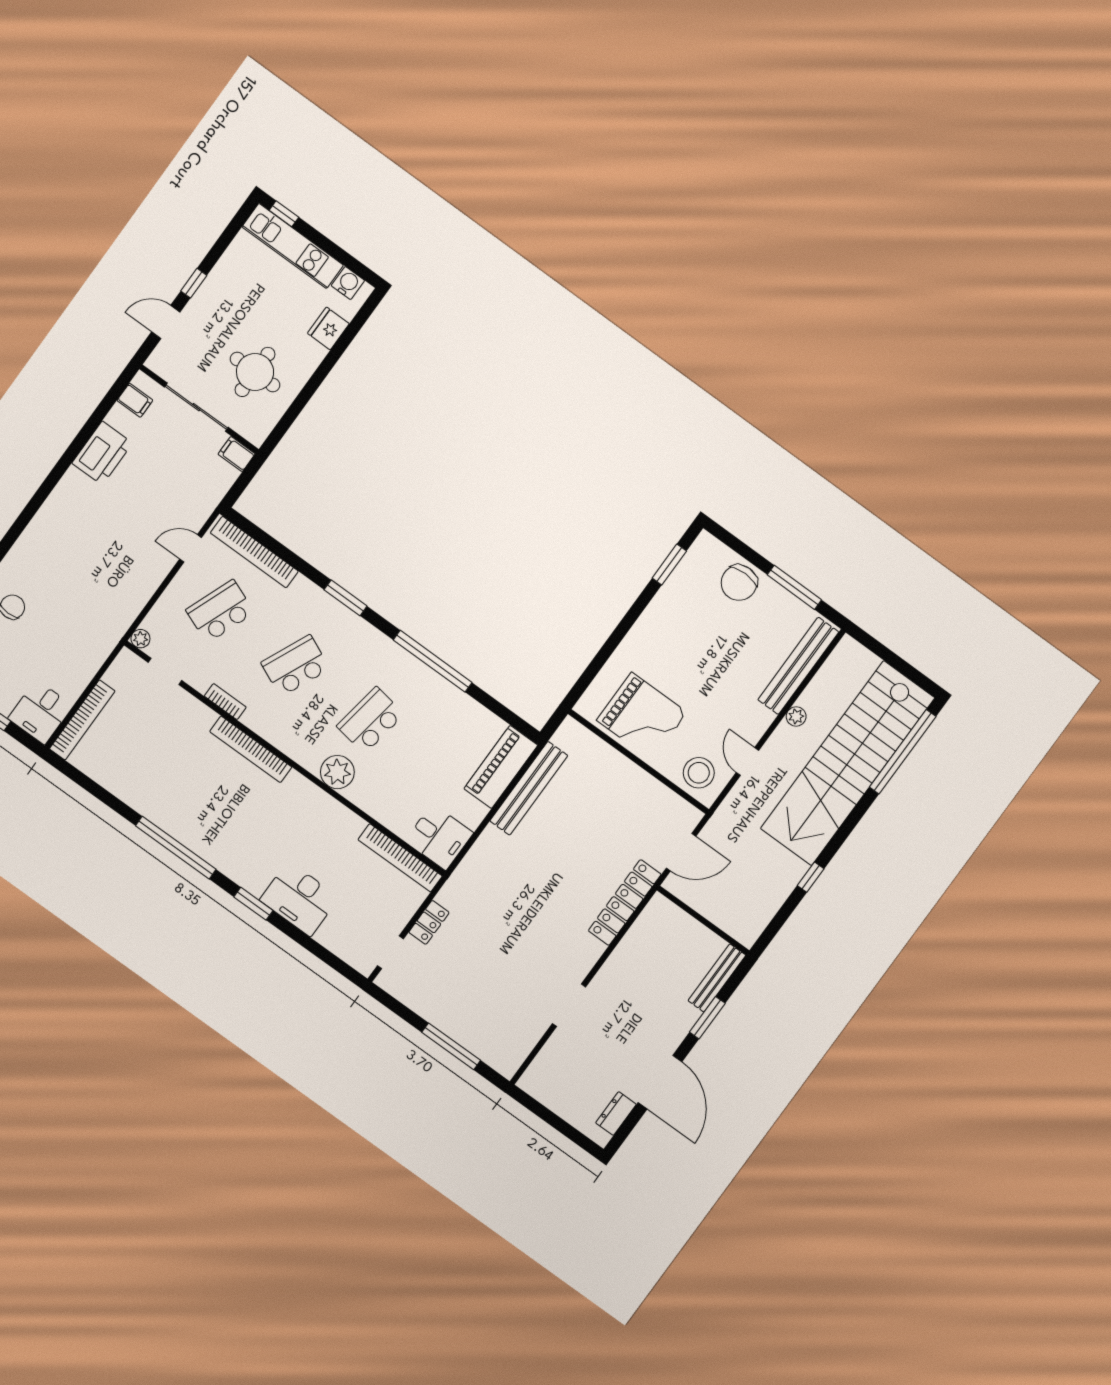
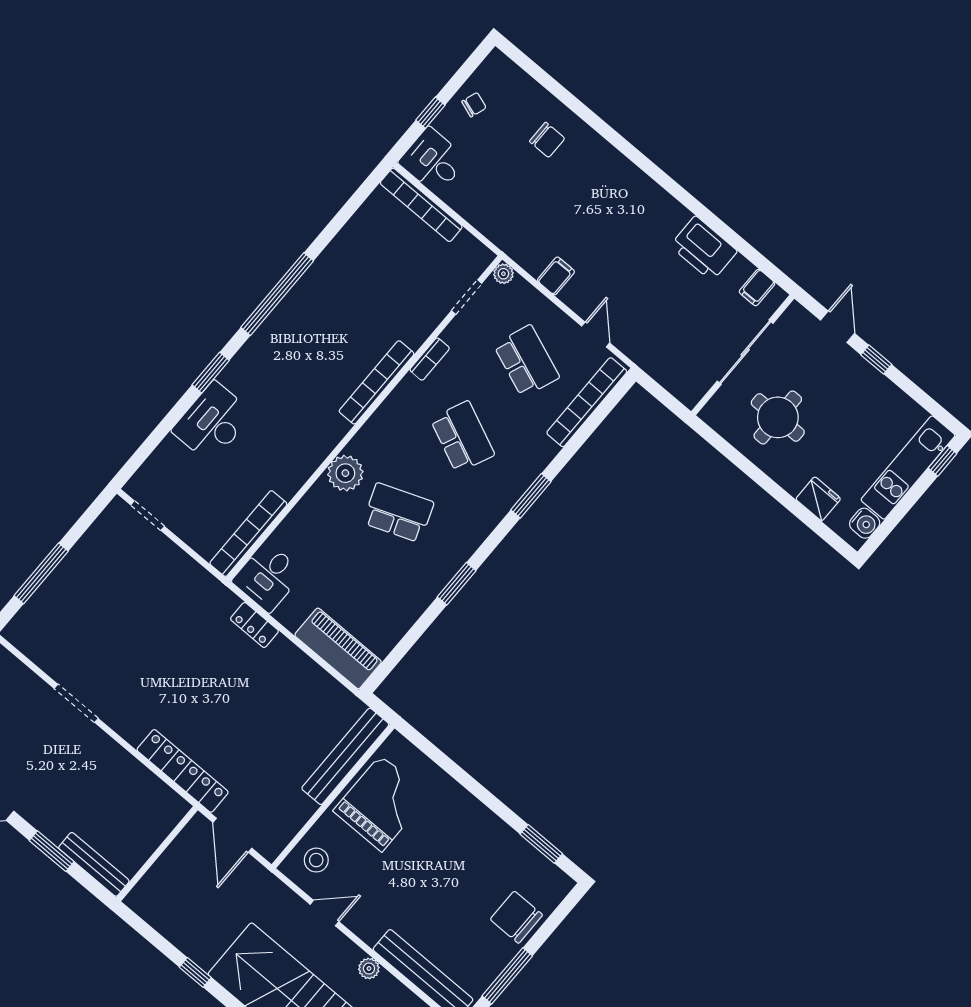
filing cabinet: (237, 454) -> (556, 276), moved
window: (433, 661) -> (457, 584), width x0.47
grand piano: (642, 716) -> (381, 803), turned 180
school desk: (370, 720) -> (398, 513), turned -30
stool: (699, 773) -> (316, 860), width x0.73, depth x0.73
bench: (529, 788) -> (345, 756), moved, turned 90
locker: (429, 922) -> (254, 625), moved

